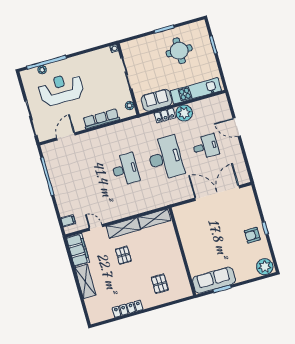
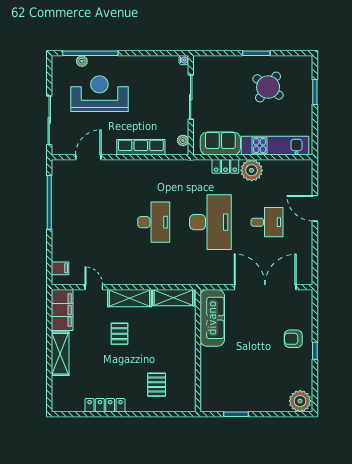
round table: (179, 51) -> (268, 87), turned 37
armchair: (252, 235) -> (293, 339), moved
sofa: (214, 280) -> (212, 318), moved, turned 90

